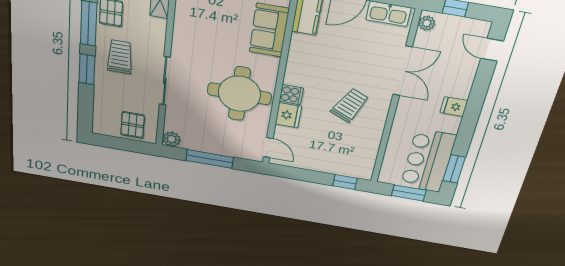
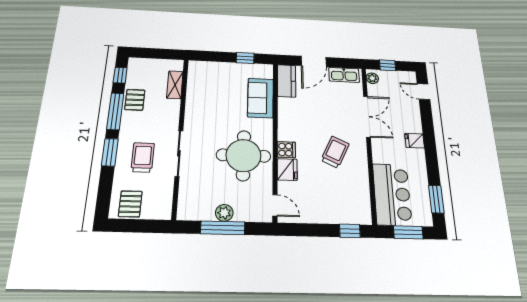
trolley: (120, 57) -> (143, 157), moved
pallet: (133, 125) -> (130, 204), moved
plant: (172, 139) -> (224, 213), moved
bar counter: (428, 161) -> (392, 194), moved, turned 180

